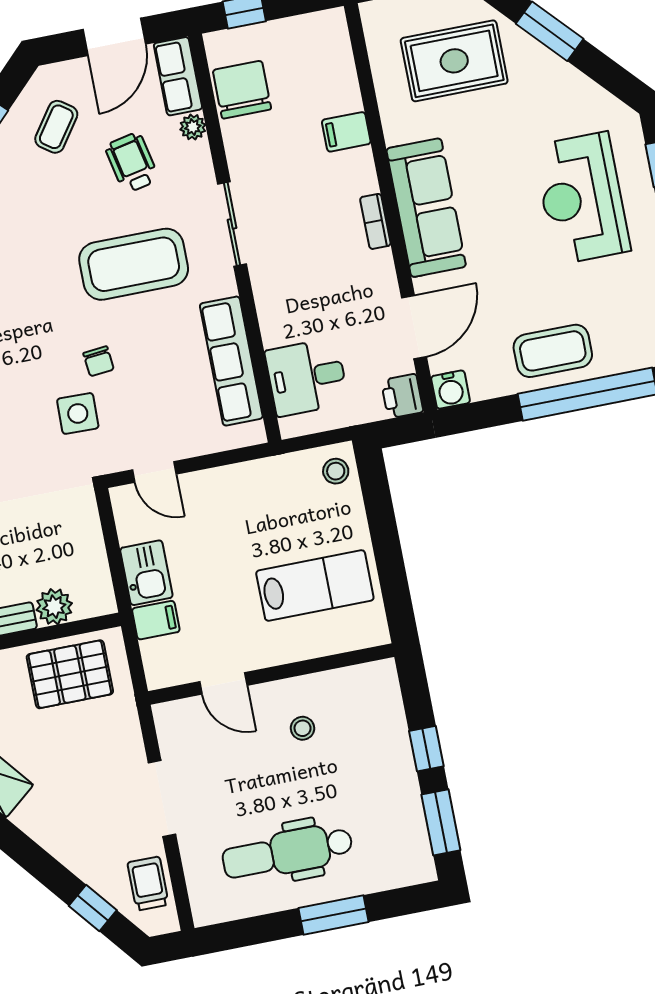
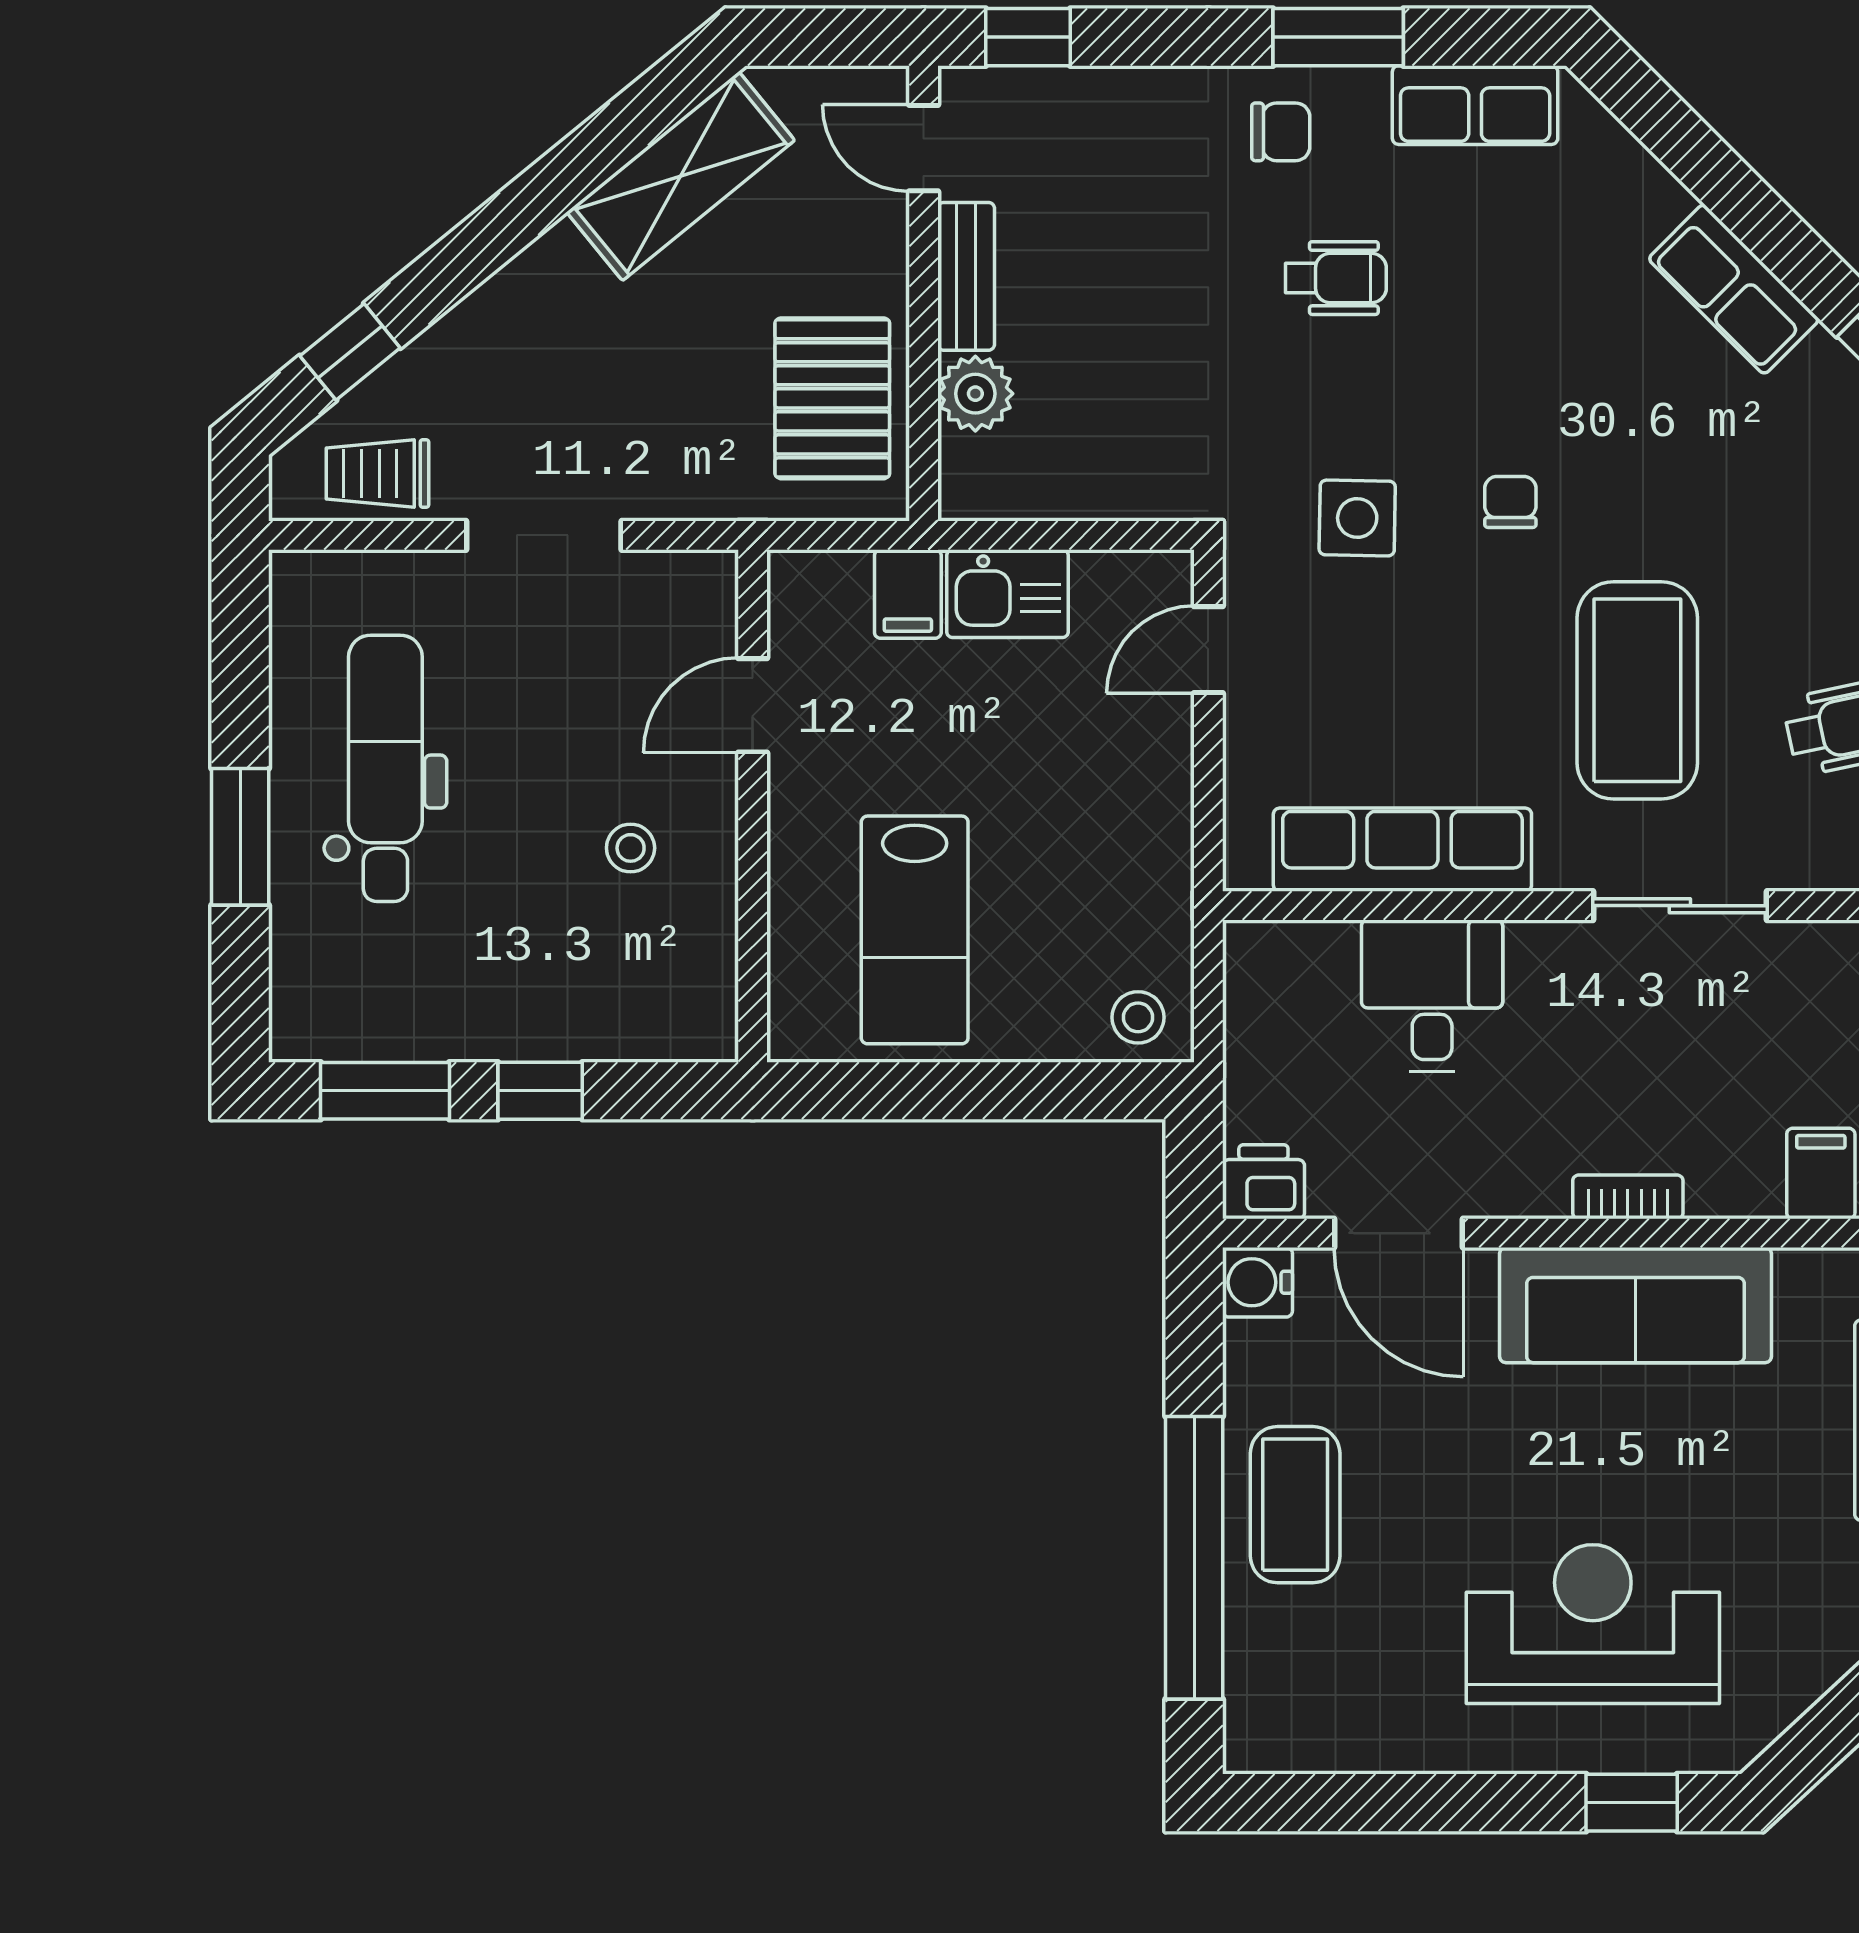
chair: (99, 361) -> (1510, 502), moved, turned 96
desk: (307, 377) -> (1432, 996), moved
trolley: (148, 884) -> (377, 473), turned 180

